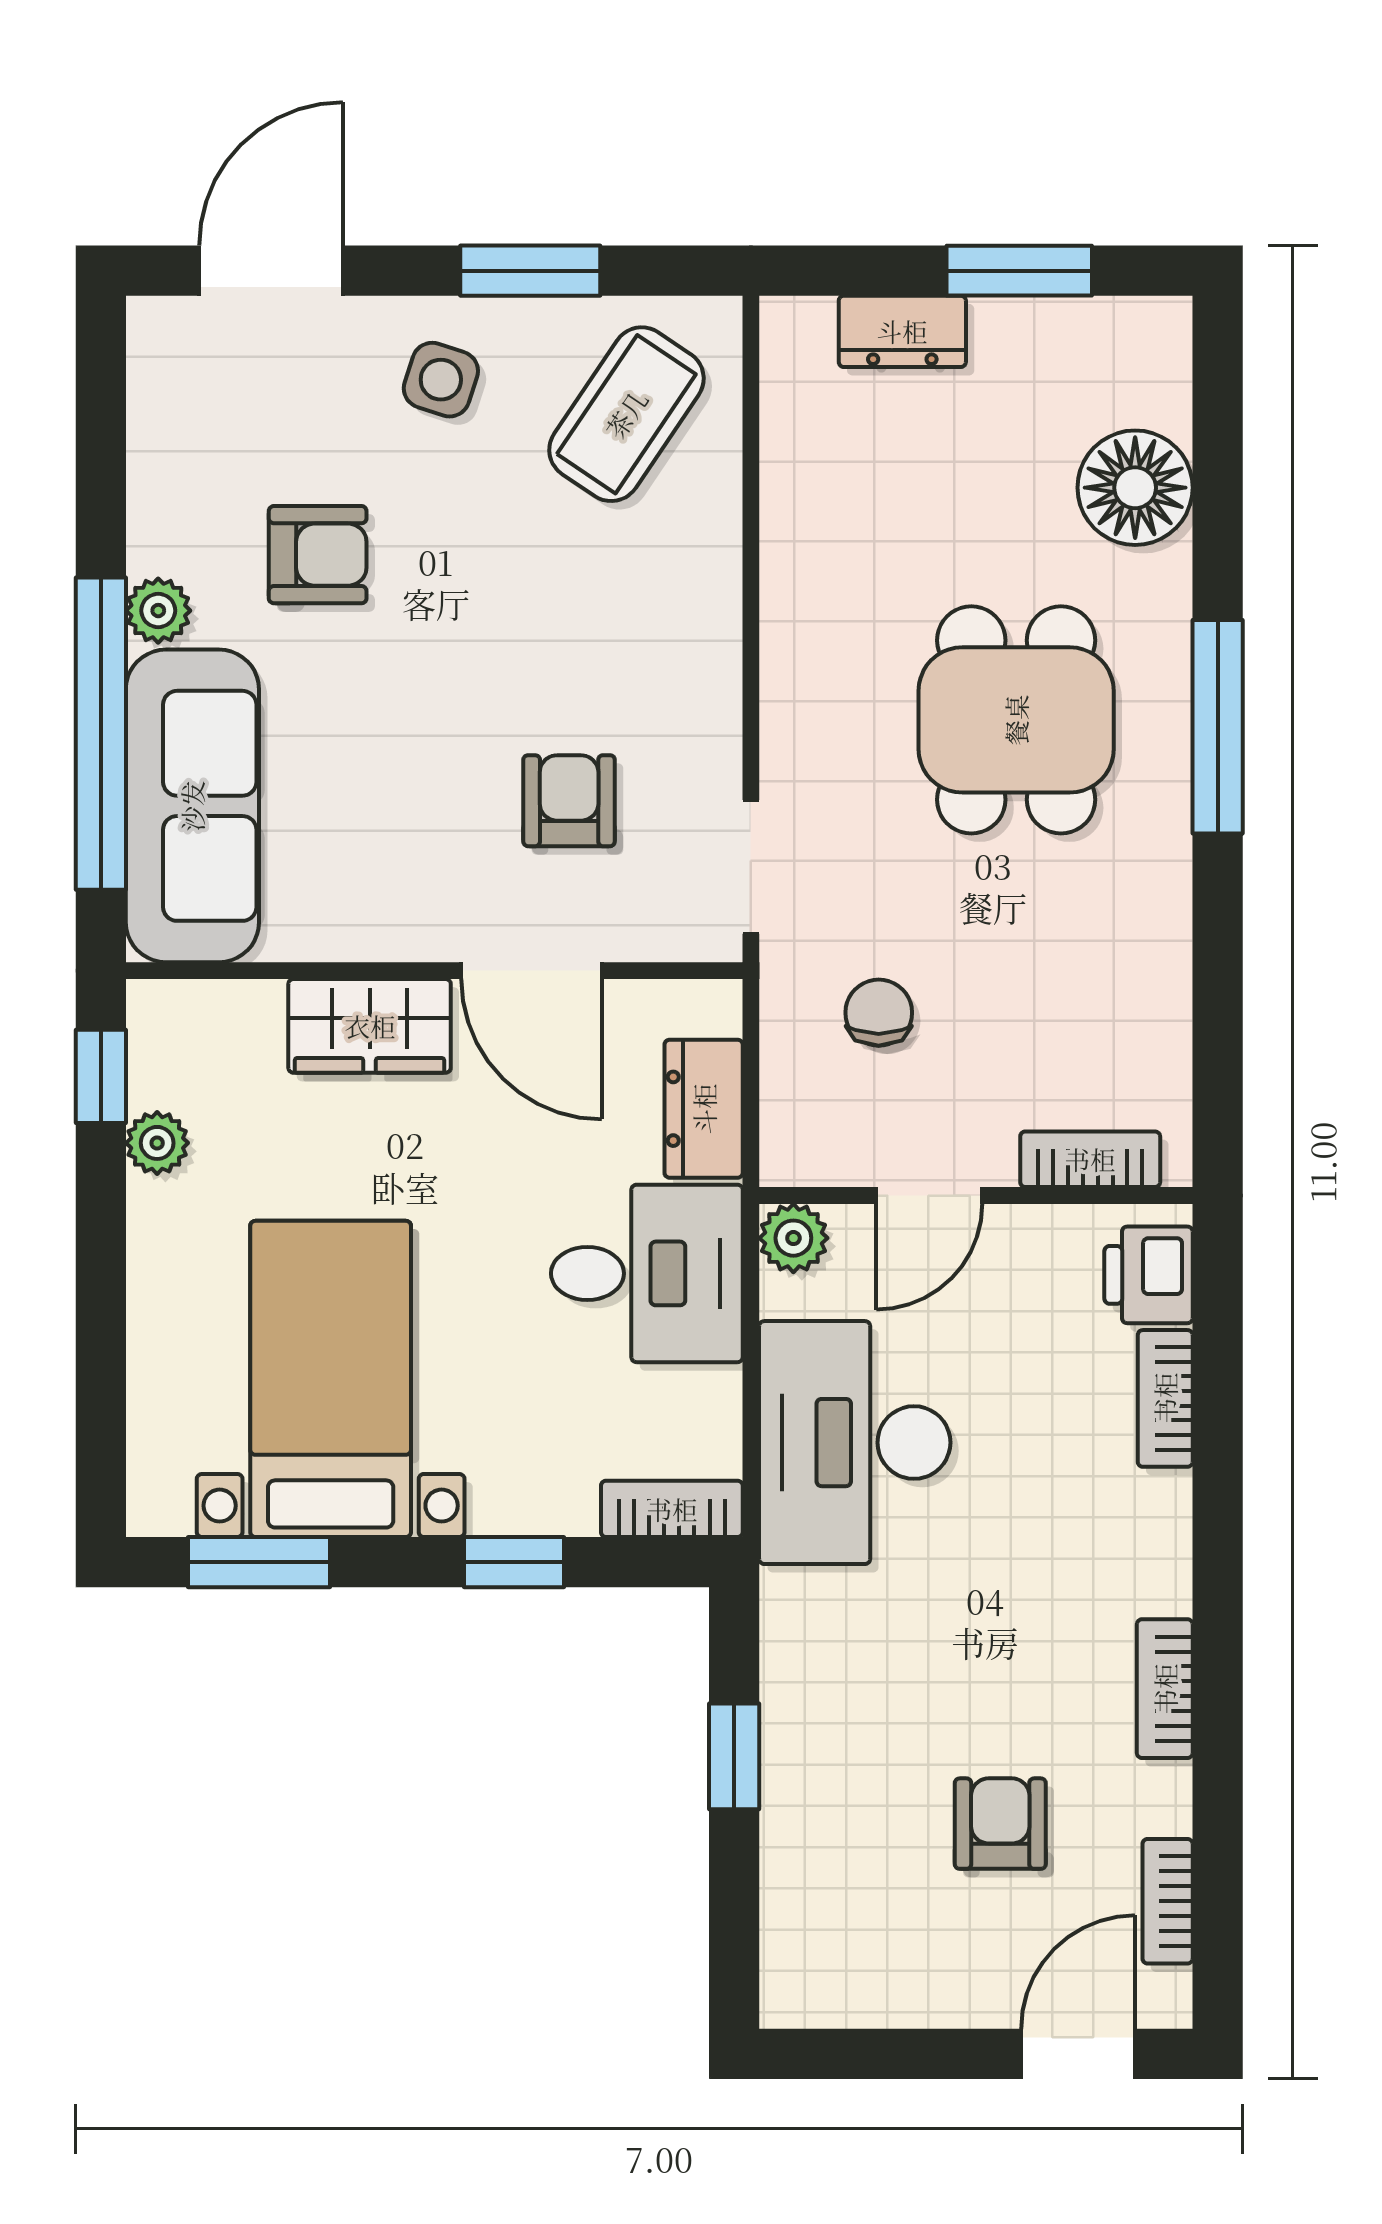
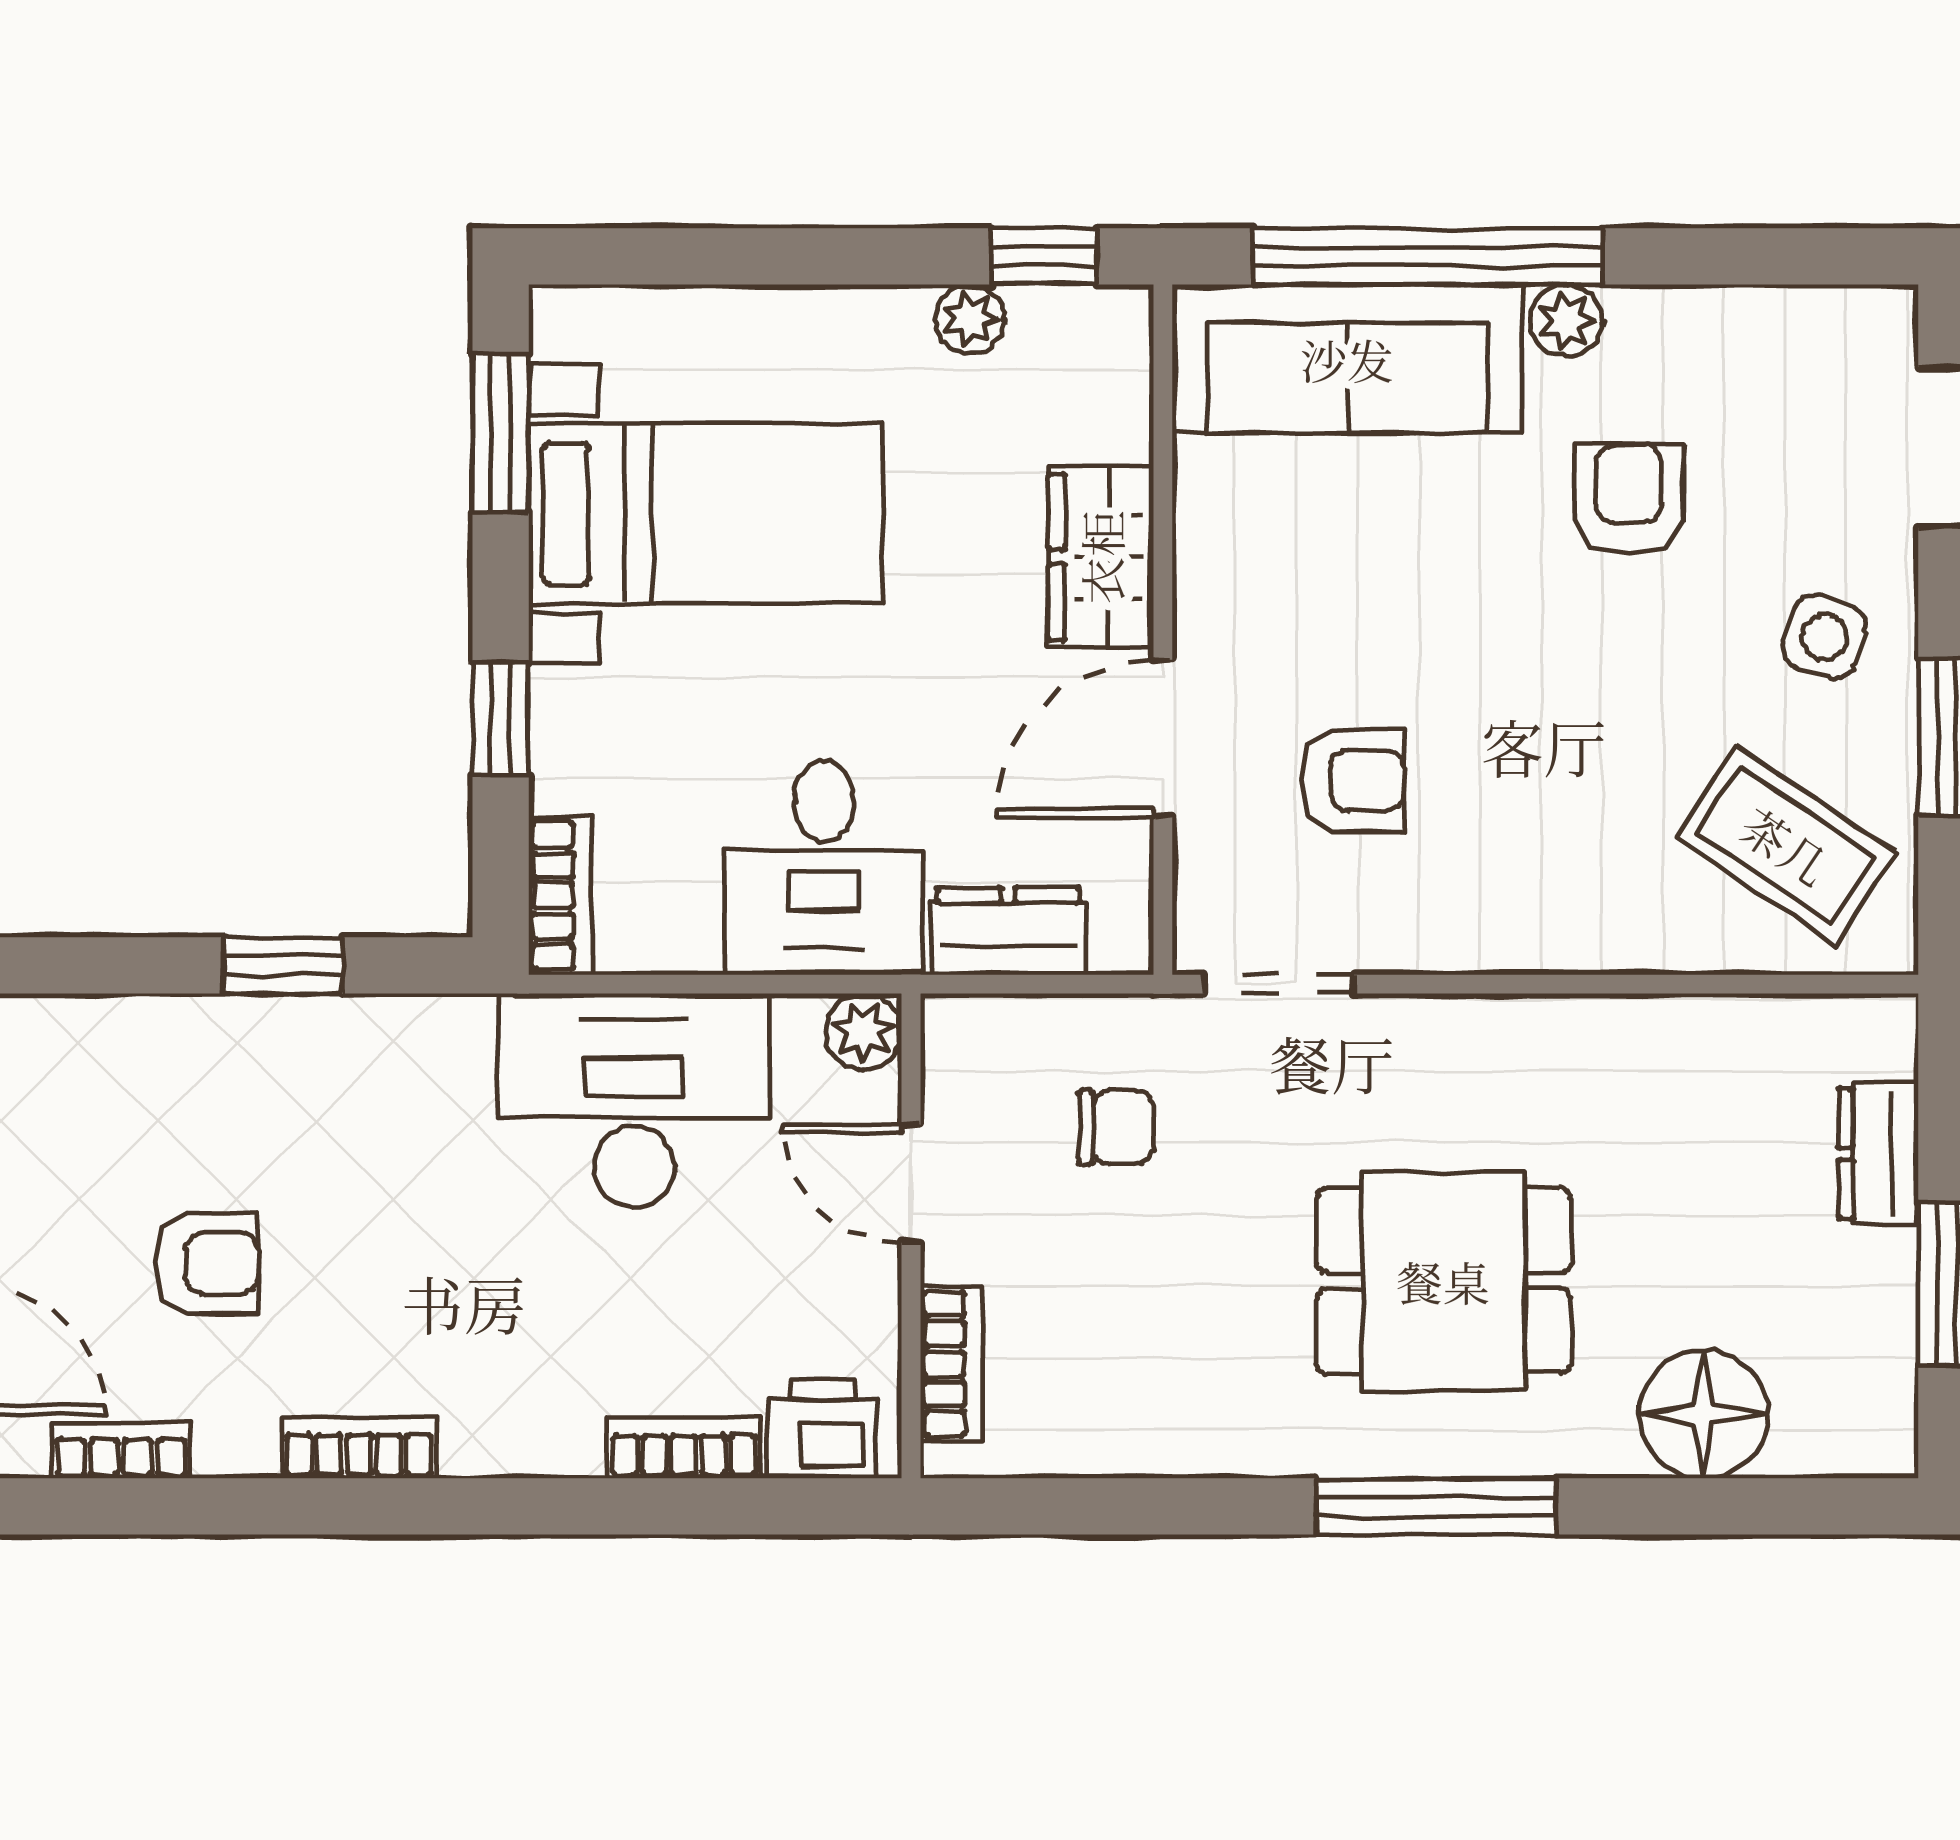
armchair: (318, 555) -> (1629, 499), turned 180

